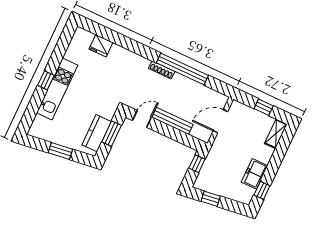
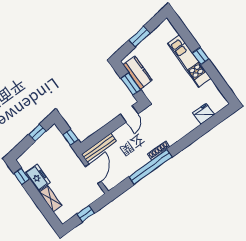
bench: (172, 121) -> (99, 148), moved
shelving: (276, 134) -> (50, 199), moved

